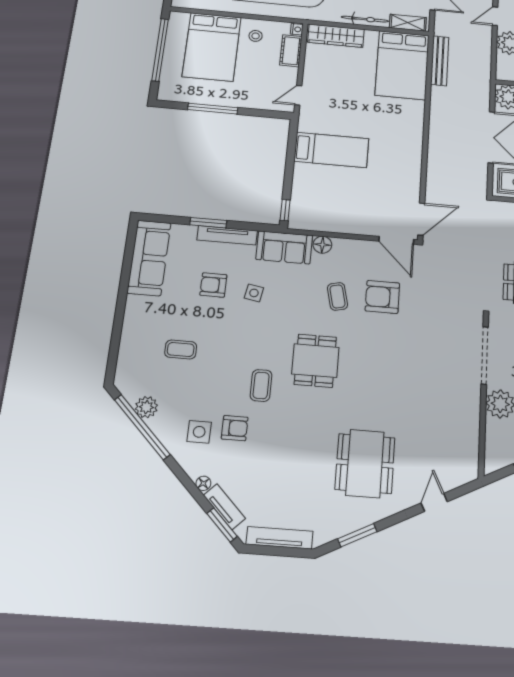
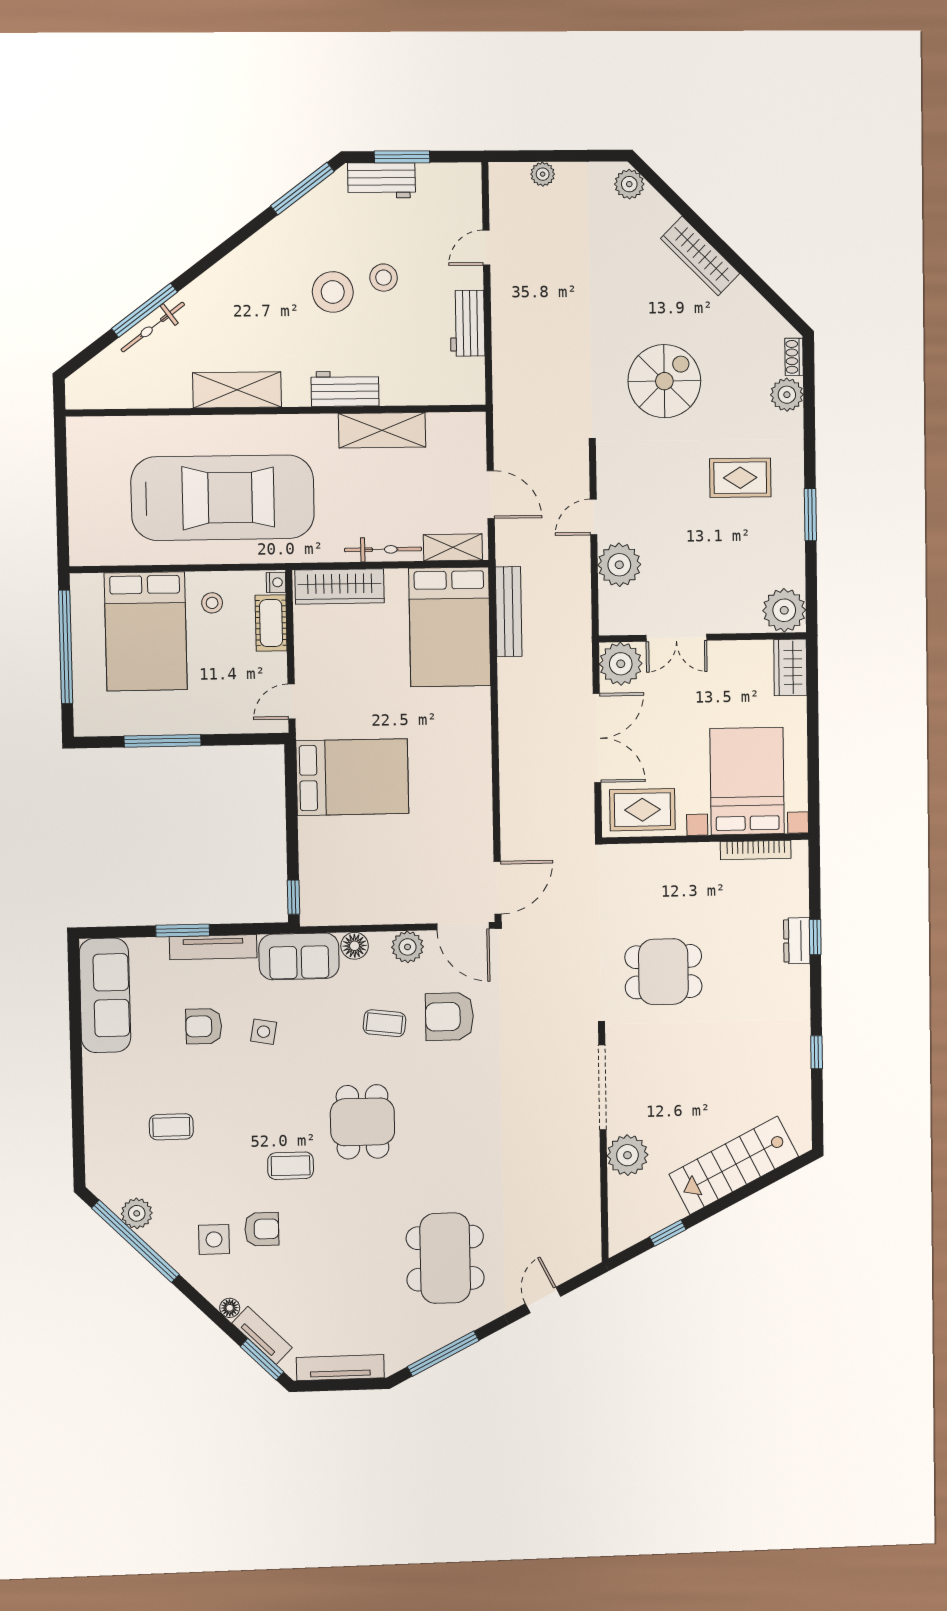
bed: (331, 150) -> (352, 777), width x1.50
plant: (358, 249) -> (408, 947), added
coffee table: (337, 296) -> (384, 1023), turned -70
coffee table: (261, 385) -> (291, 1166), turned 90
window: (357, 535) -> (443, 1354), width x1.44

